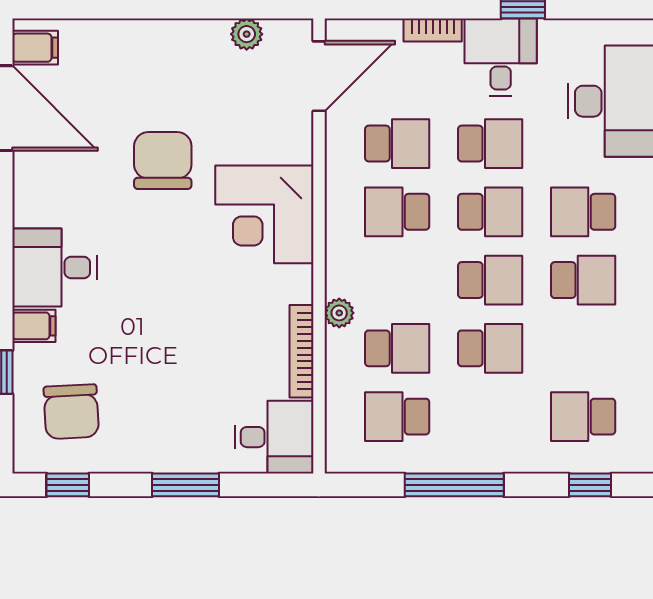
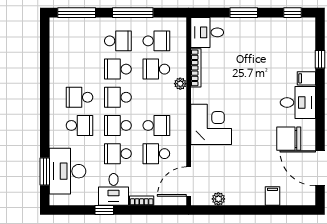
filing cabinet: (35, 48) -> (273, 196), moved, turned 90
chair: (163, 161) -> (289, 139), moved, turned 90
chair: (71, 412) -> (291, 43), removed
school desk: (583, 417) -> (118, 41), moved
window: (590, 485) -> (77, 13), width x2.17

